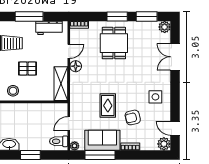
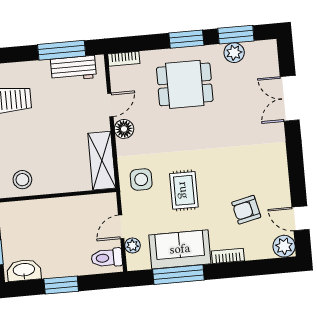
window: (29, 16) -> (62, 50), moved
plant: (165, 27) -> (234, 53), moved
dining table: (114, 43) -> (185, 84), turned 90
pallet: (28, 68) -> (43, 140), removed
side table: (155, 97) -> (141, 179), moved
armchair: (133, 117) -> (246, 210), moved
plant: (75, 146) -> (132, 245), moved

